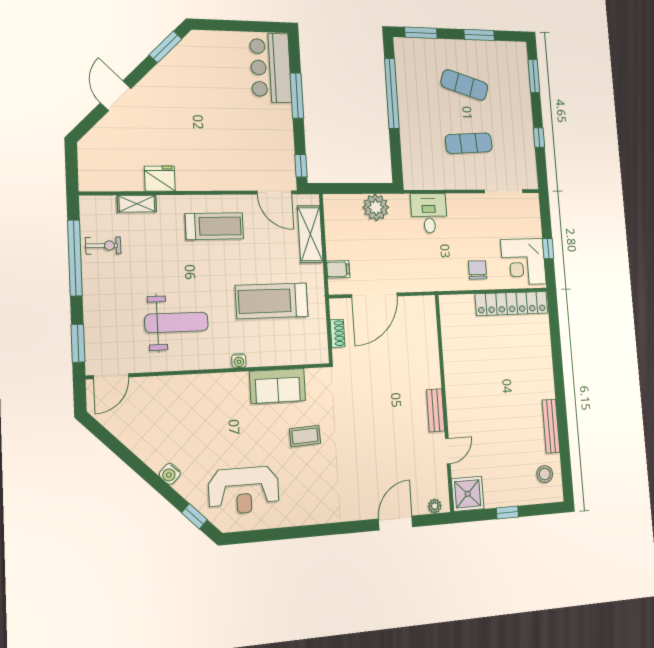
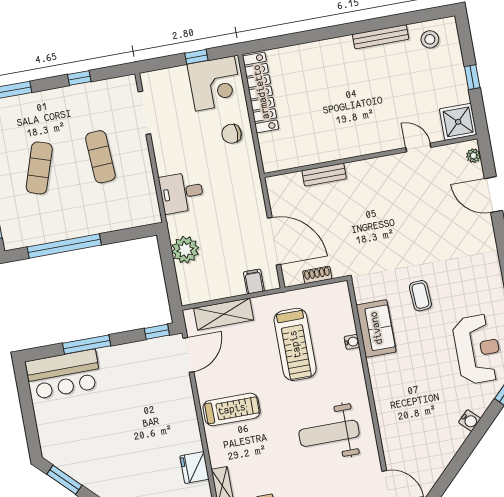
treadmill: (214, 226) -> (232, 409), turned 90
weight bench: (176, 322) -> (329, 433), turned -90
water cooler: (239, 361) -> (352, 342), moved
bench: (436, 410) -> (324, 175), moved

